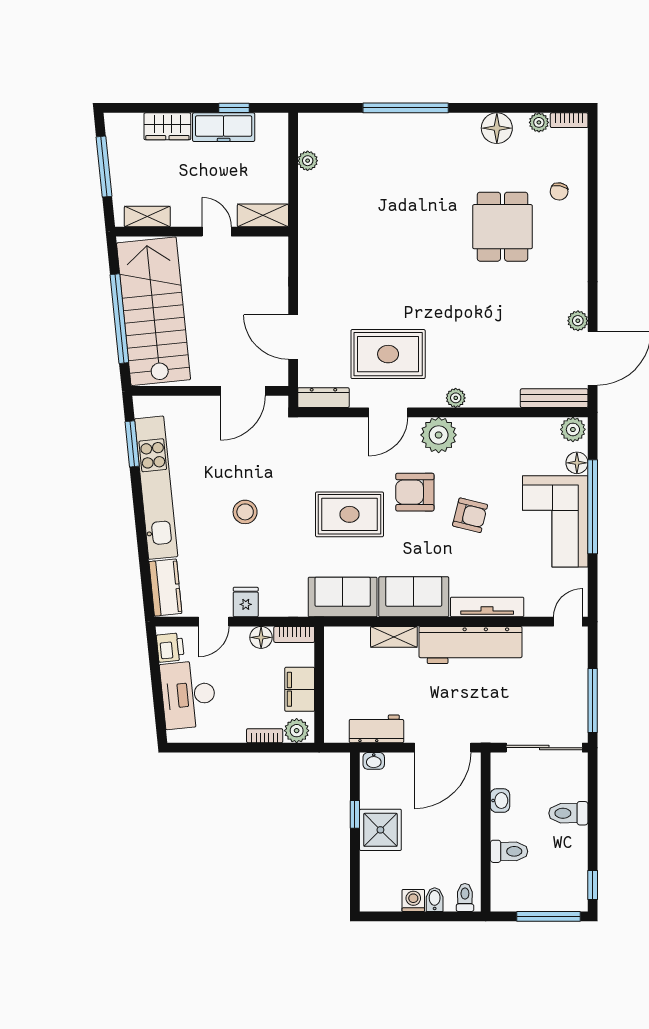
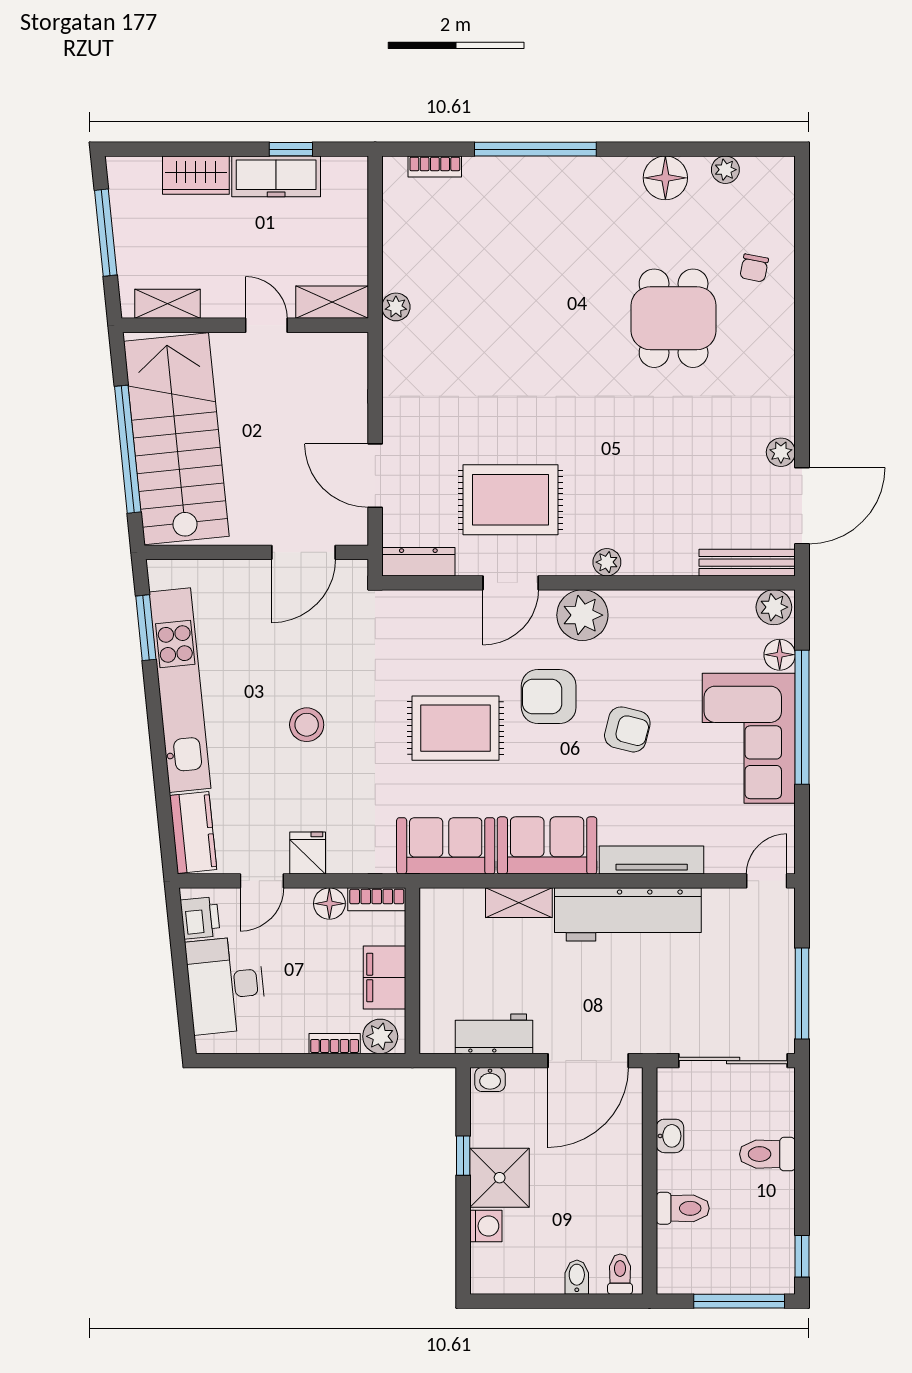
bookcase: (569, 120) -> (435, 167), moved
plant: (308, 161) -> (396, 307), moved
washing machine: (413, 900) -> (486, 1226), moved, turned 90

